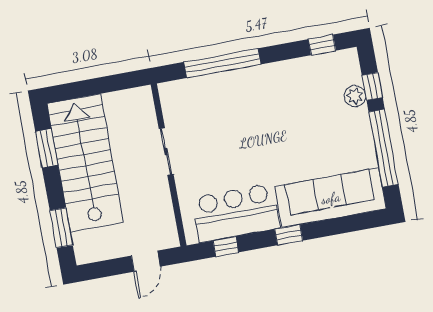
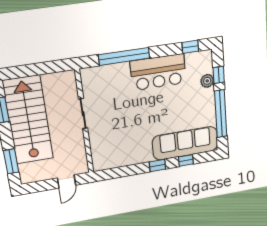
bar counter: (236, 213) -> (158, 72), moved, turned 180
window: (226, 246) -> (186, 160), moved

